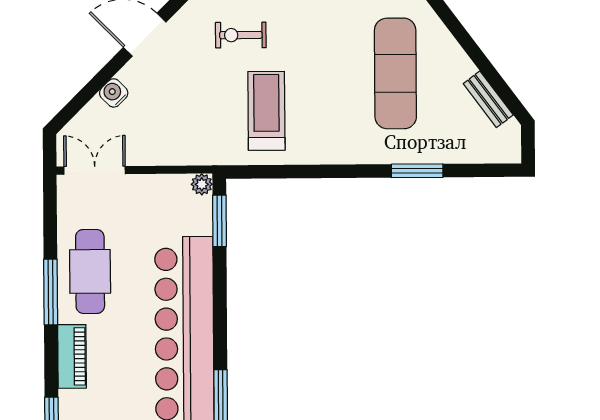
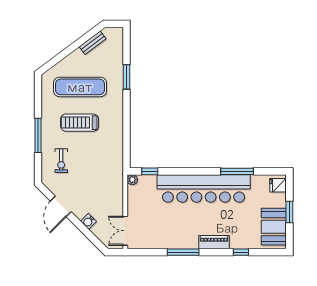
treadmill: (266, 111) -> (80, 123), moved
window: (219, 221) -> (150, 171), width x0.67
cafe table: (90, 271) -> (173, 233), removed

